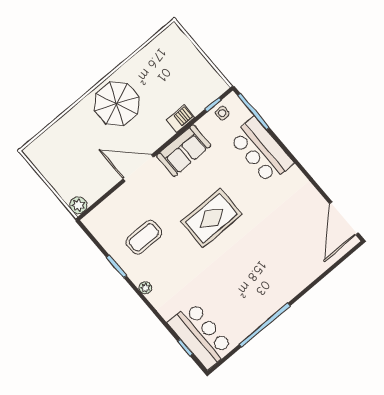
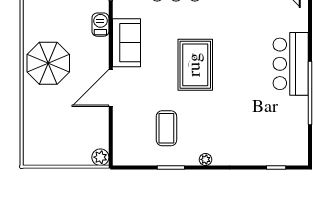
bar counter: (200, 335) -> (291, 64), moved, turned -90

